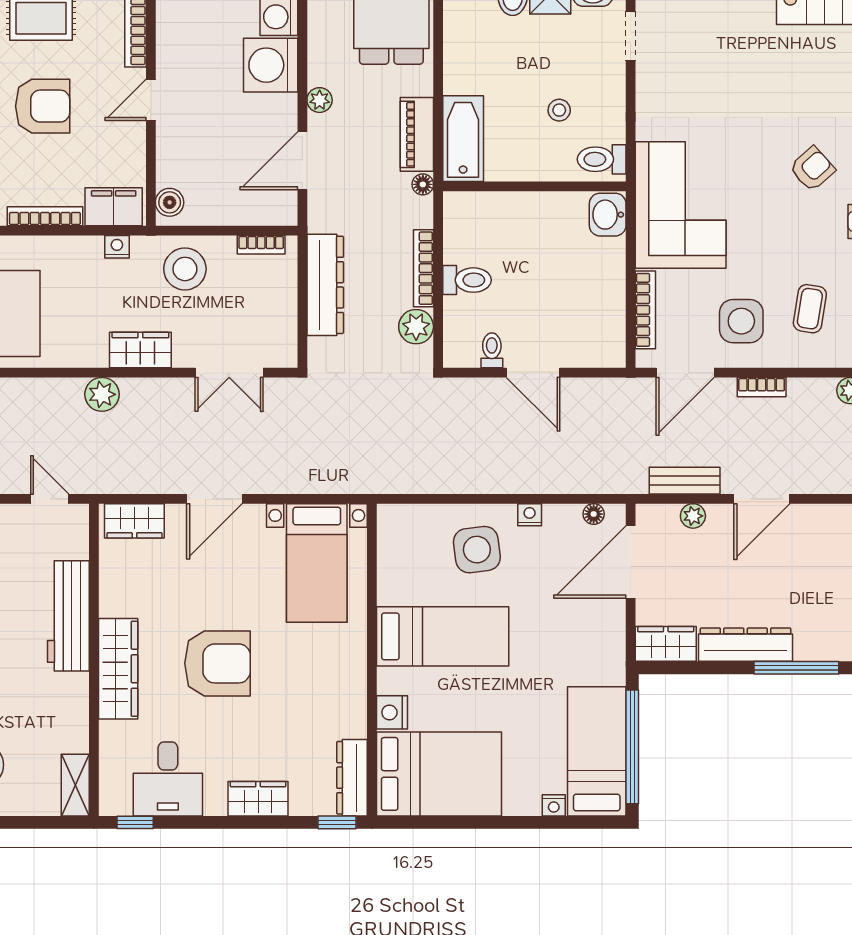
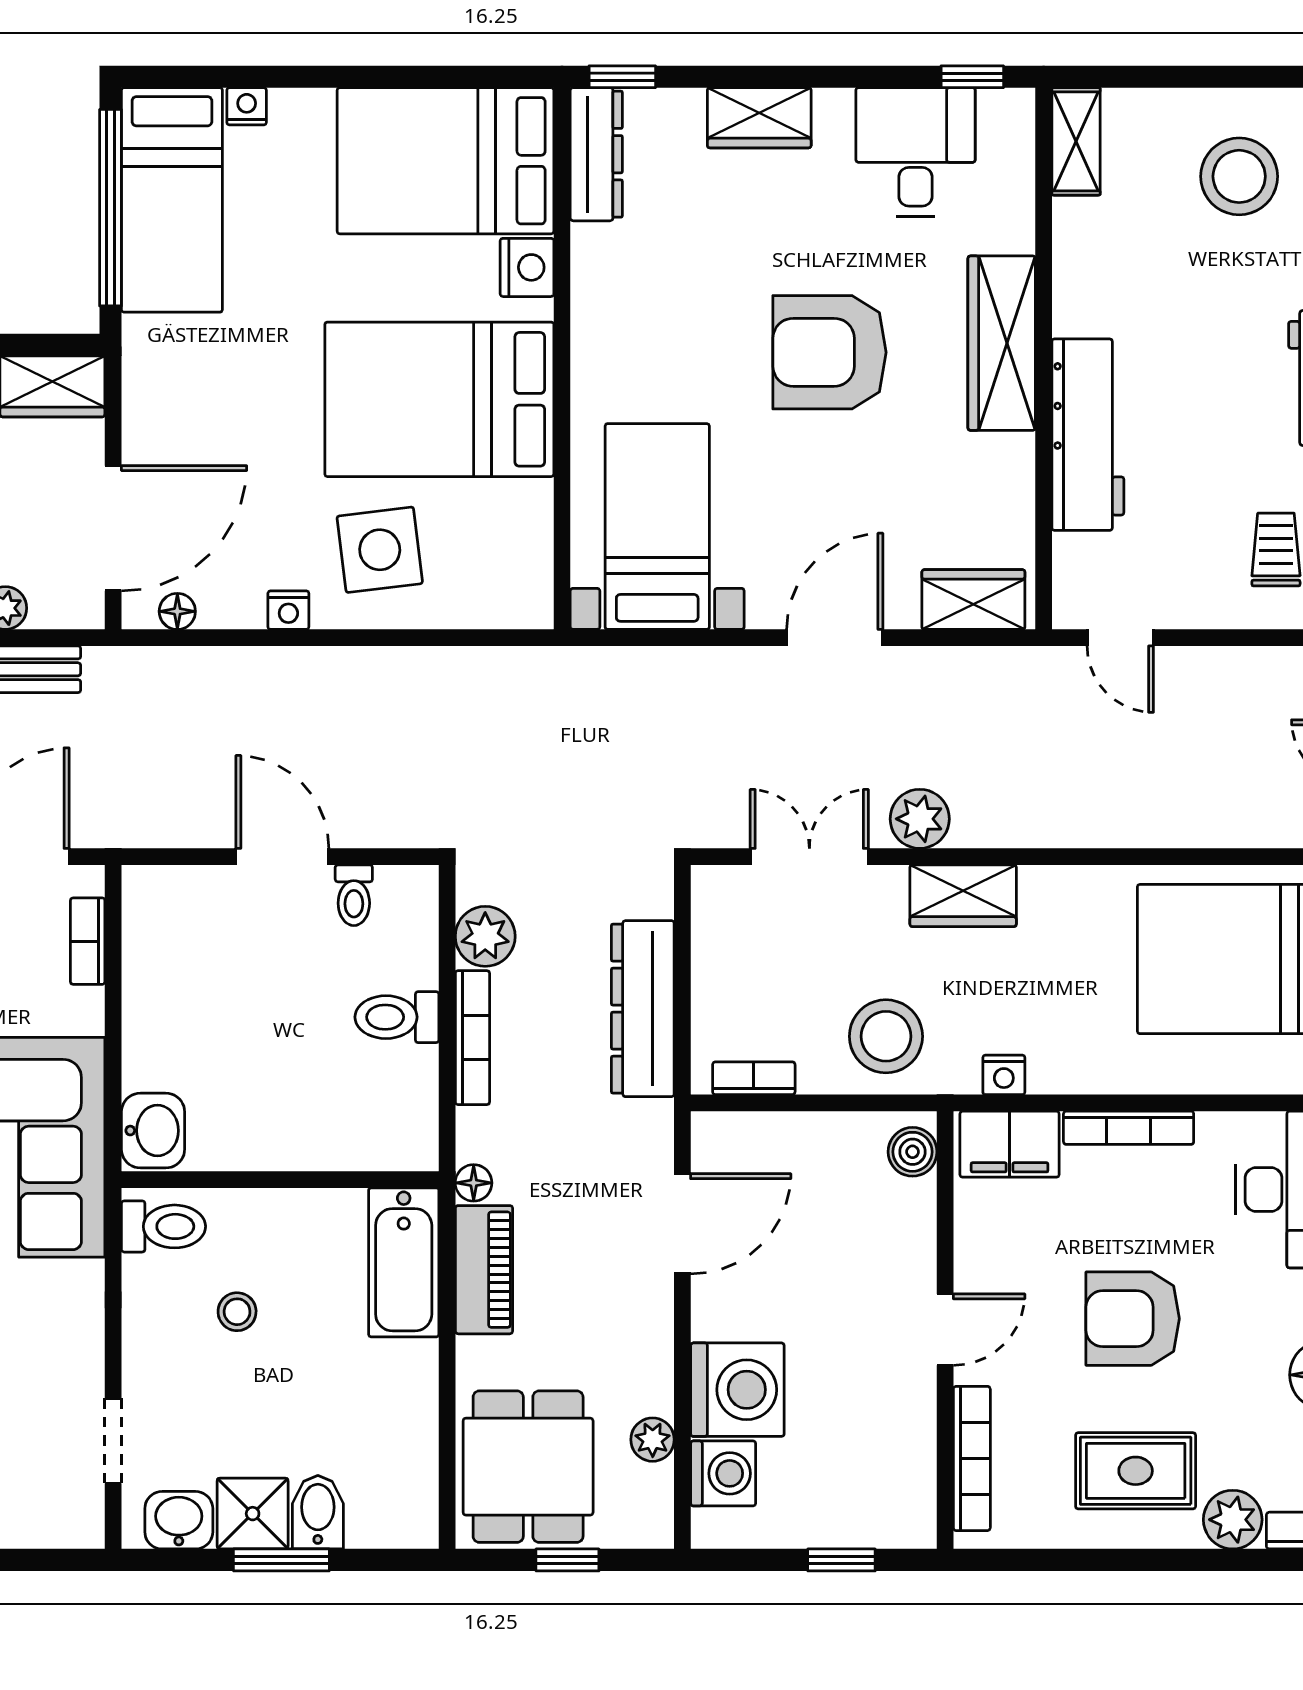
plant: (320, 100) -> (653, 1440), moved
bookcase: (645, 310) -> (88, 941), width x0.64
plant: (102, 394) -> (920, 819), moved
bed: (443, 636) -> (439, 399), width x1.50

